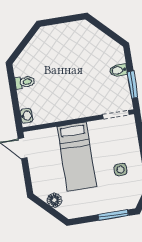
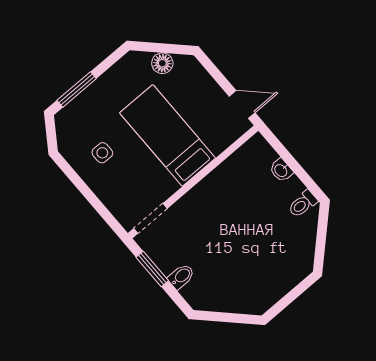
toilet: (25, 82) -> (303, 204), moved
washbasin: (26, 116) -> (281, 170), moved

